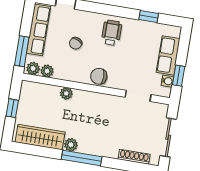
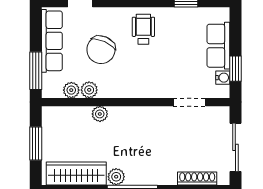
chair: (76, 43) -> (101, 50), width x1.87, depth x1.87
plant: (33, 68) -> (89, 90), moved
chair: (99, 76) -> (137, 86), removed
window: (12, 108) -> (36, 144), width x1.50

